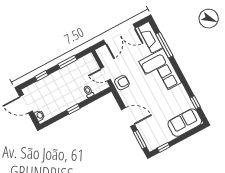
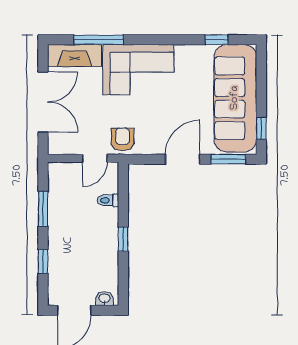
sofa: (185, 123) -> (235, 98), width x1.85, depth x1.27

